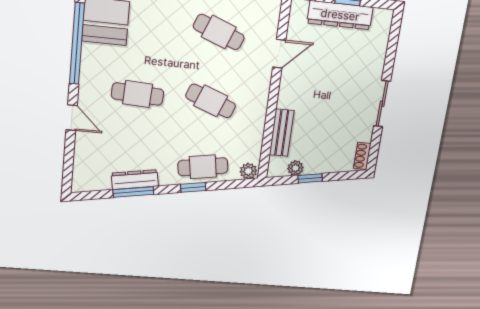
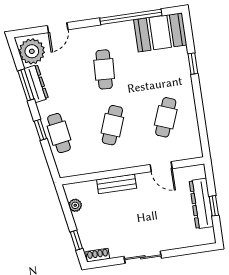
door: (72, 118) -> (58, 28), moved
bench: (282, 133) -> (117, 184), moved
plant: (248, 171) -> (32, 51), moved, width x1.87, depth x1.87
window: (310, 178) -> (76, 240), moved

